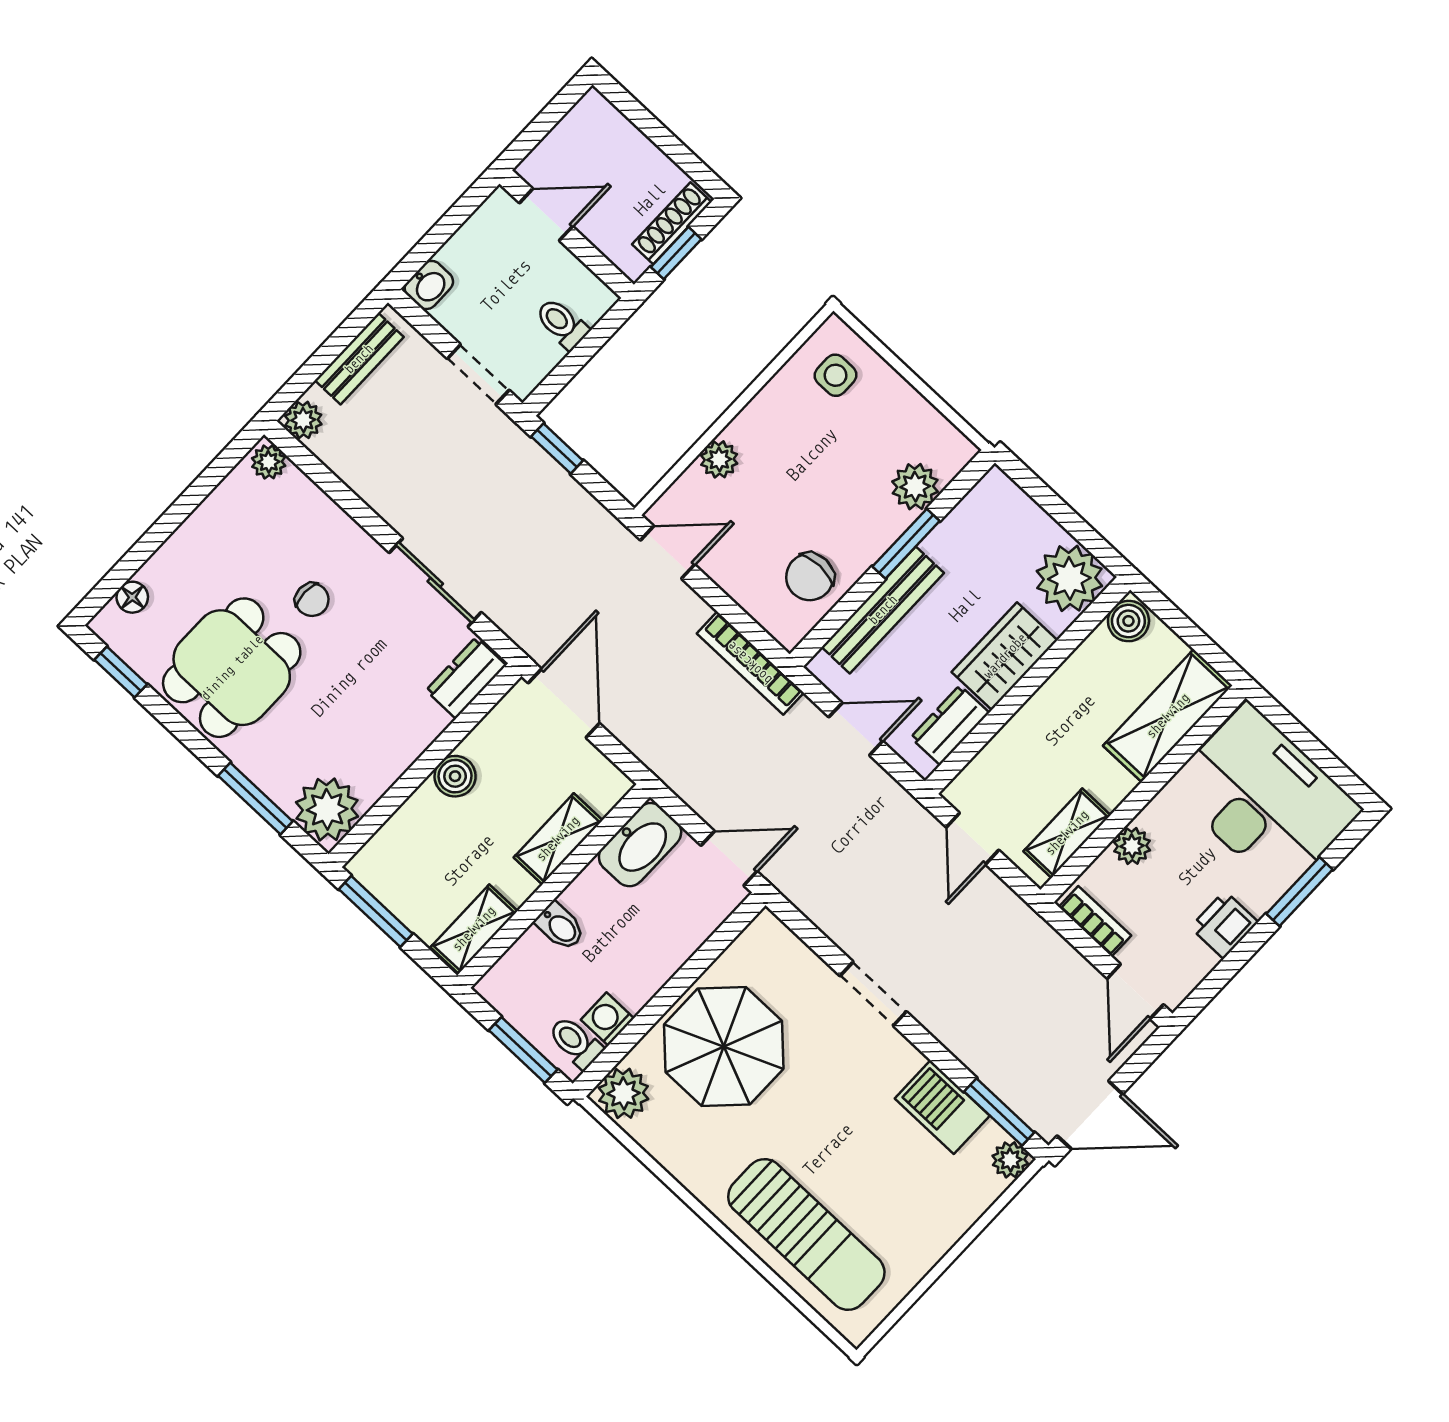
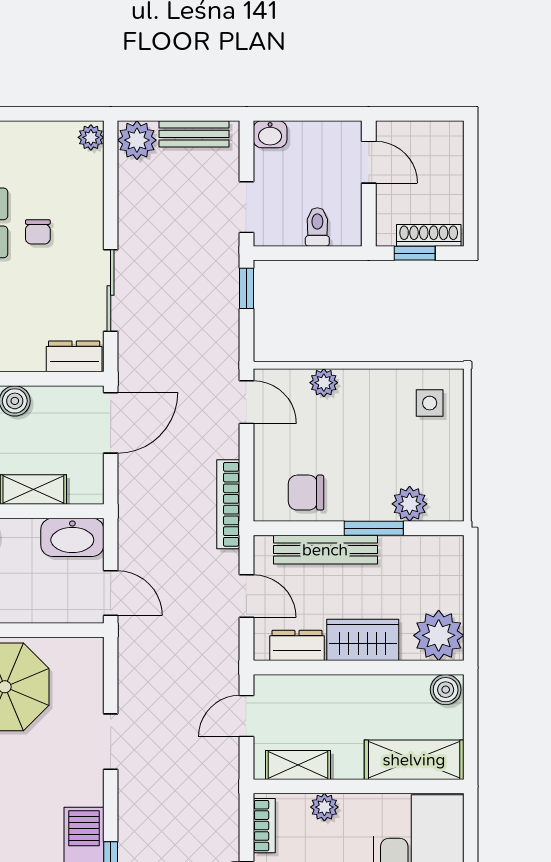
plant: (303, 420) -> (137, 140), width x1.38, depth x1.38

